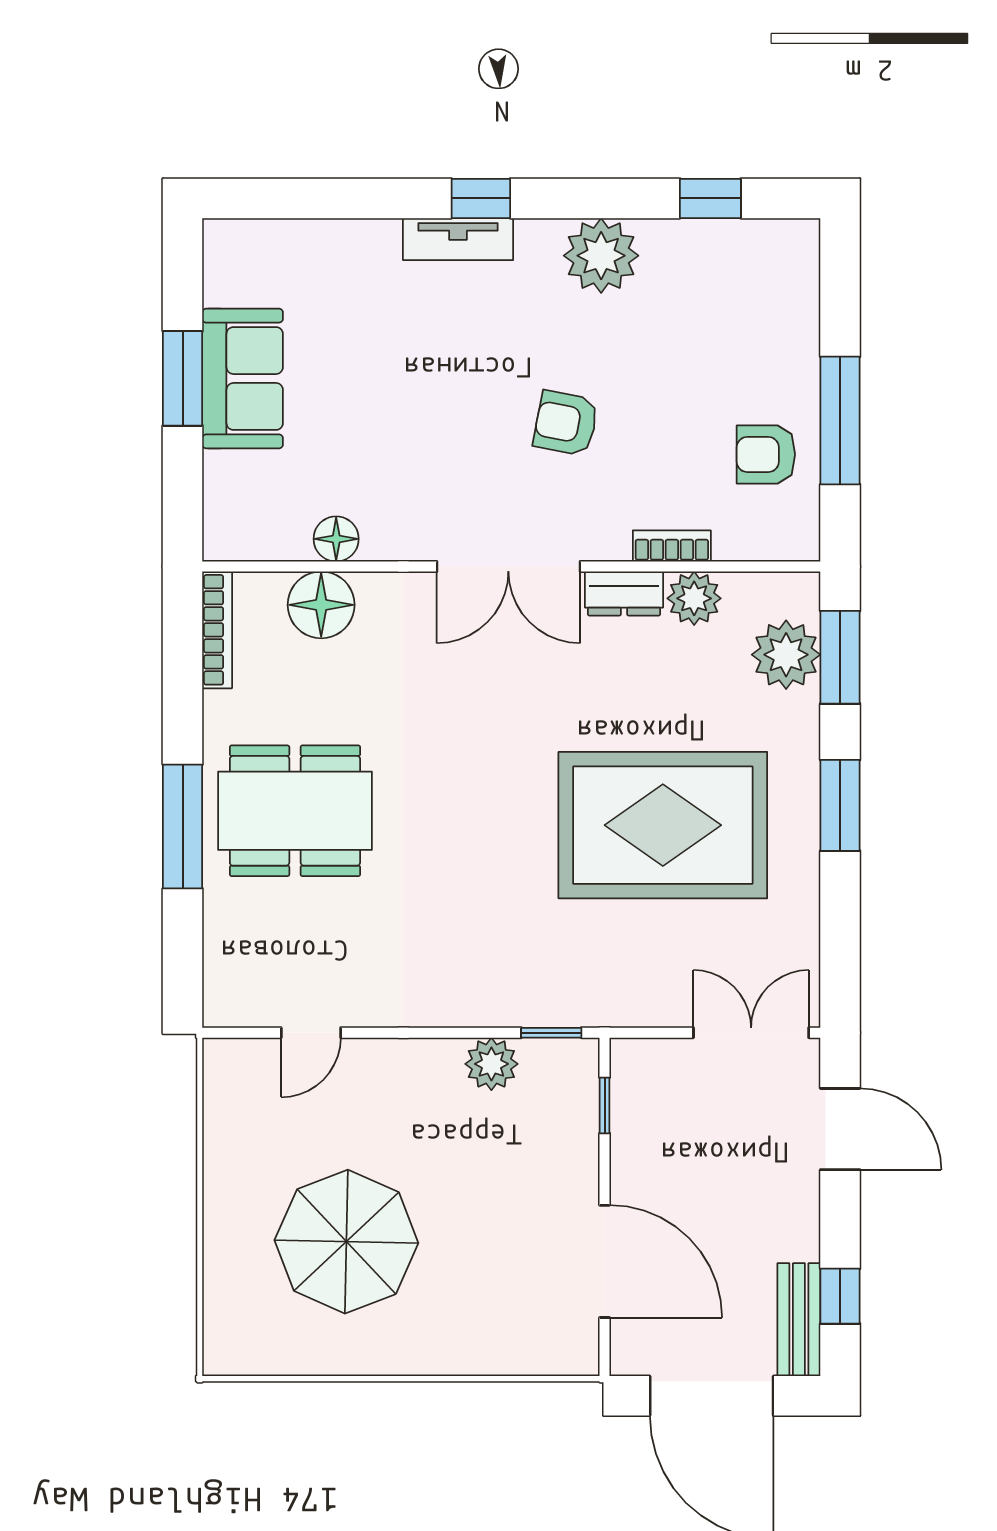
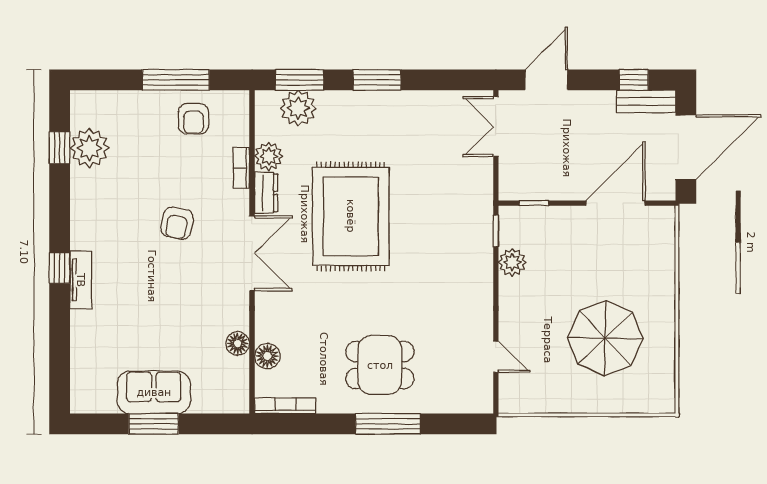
plant: (601, 256) -> (89, 148), moved
floor lamp: (321, 605) -> (267, 356), width x0.73, depth x0.73
dining table: (295, 811) -> (380, 365), width x0.73
rug: (663, 825) -> (351, 216), moved

